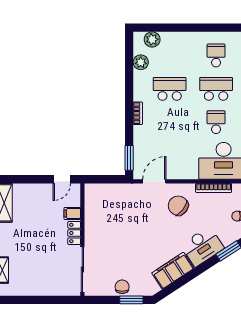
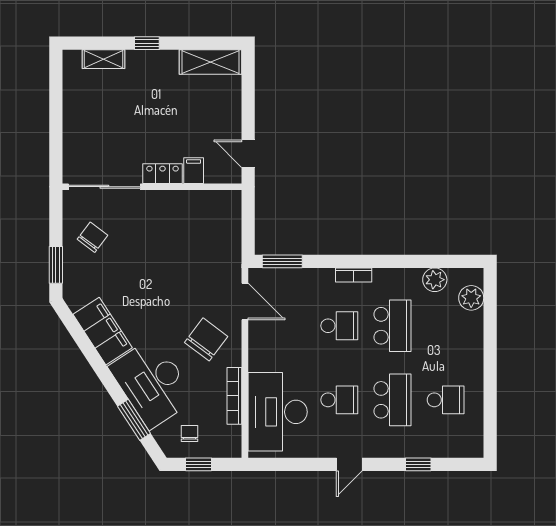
school desk: (170, 122) -> (339, 326), added
desk: (202, 247) -> (152, 383), width x1.36, depth x1.30
chair: (122, 287) -> (92, 237), moved, turned -53

